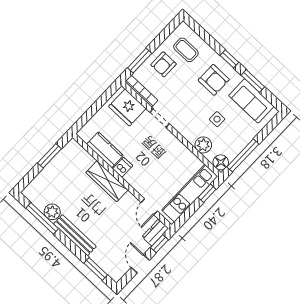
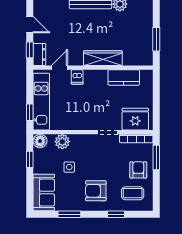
window: (229, 59) -> (116, 214), moved
sofa: (251, 101) -> (44, 193), moved, turned 90
window: (243, 155) -> (30, 159), width x0.46
dishwasher: (123, 167) -> (77, 77), moved
door: (149, 207) -> (59, 68), hinge flipped

